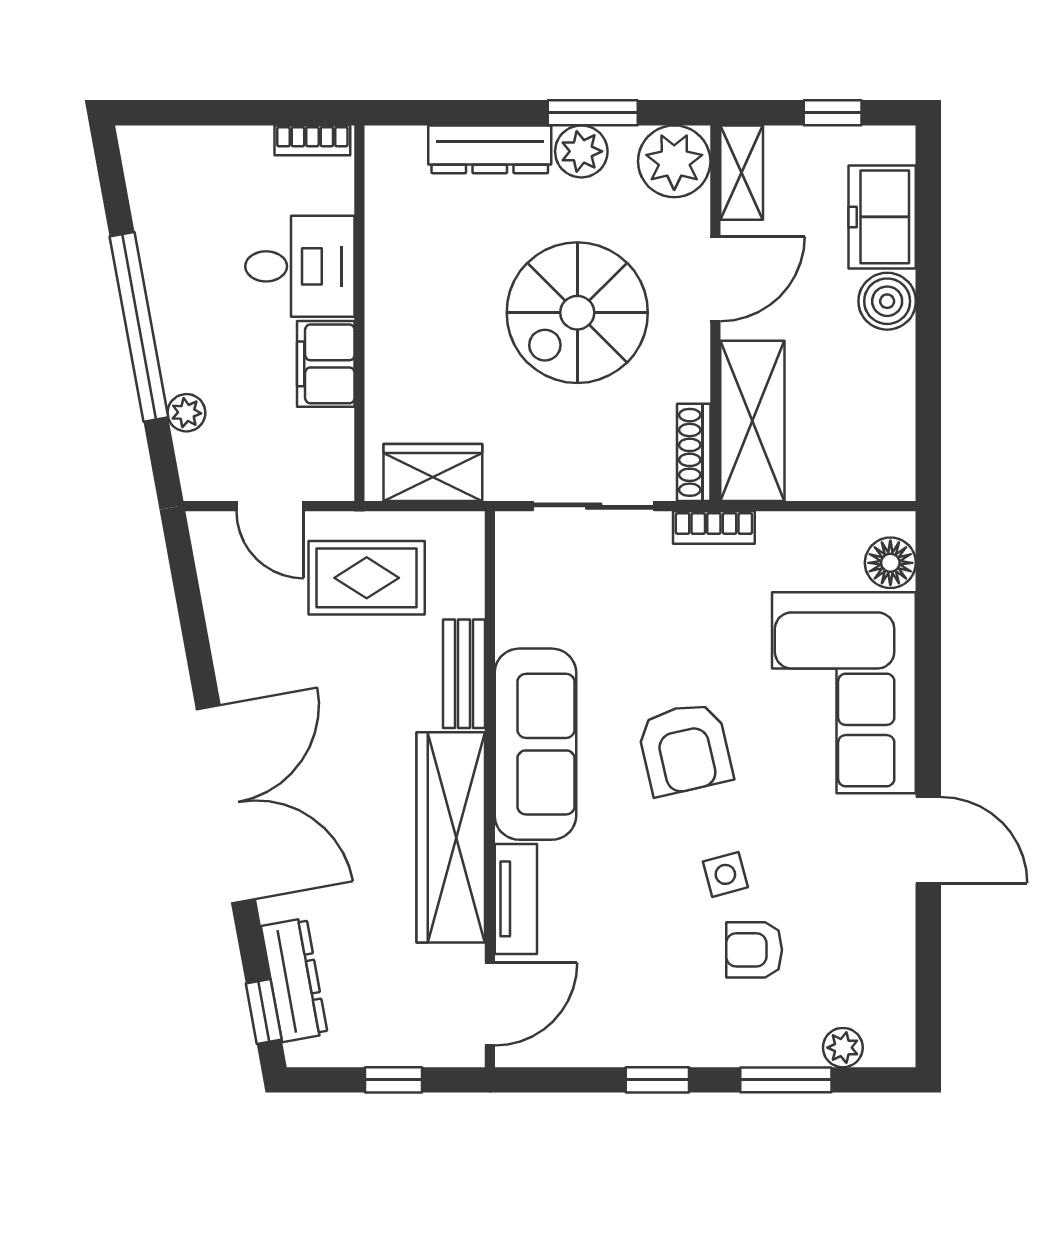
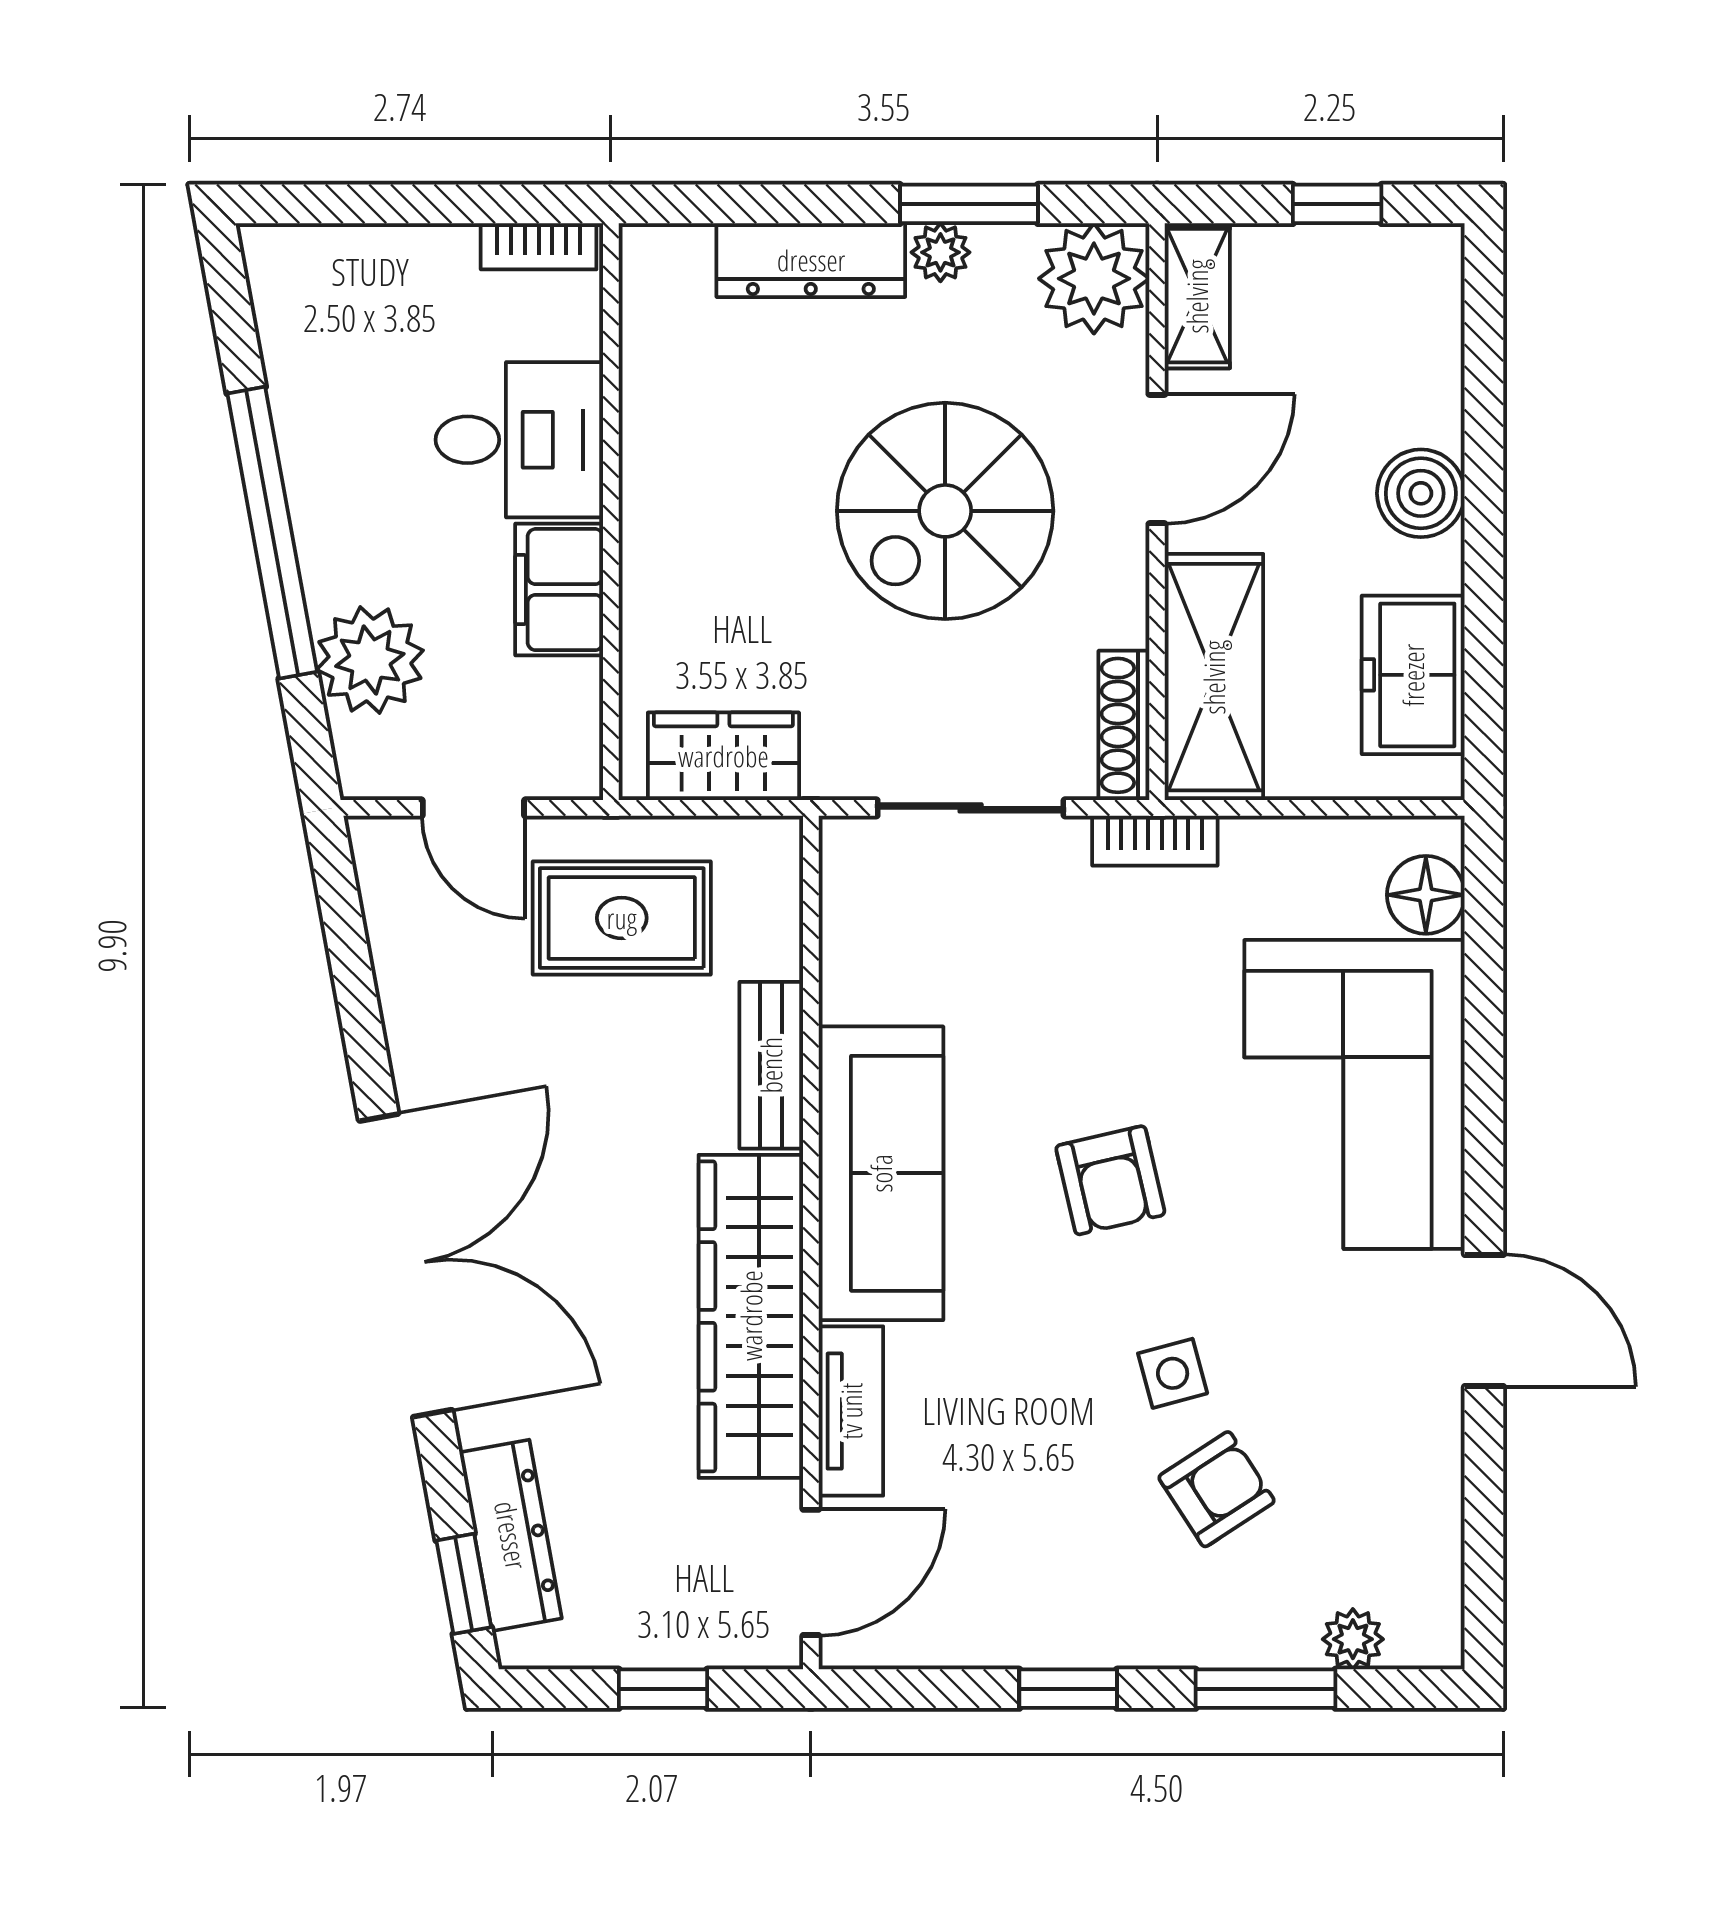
plant: (581, 151) -> (940, 252), width x0.73, depth x0.73
freezer: (882, 217) -> (1413, 675), moved
plant: (186, 413) -> (370, 660), width x1.88, depth x1.88
armchair: (685, 749) -> (1110, 1180), width x0.72, depth x0.72
armchair: (754, 950) -> (1217, 1489), turned 147

